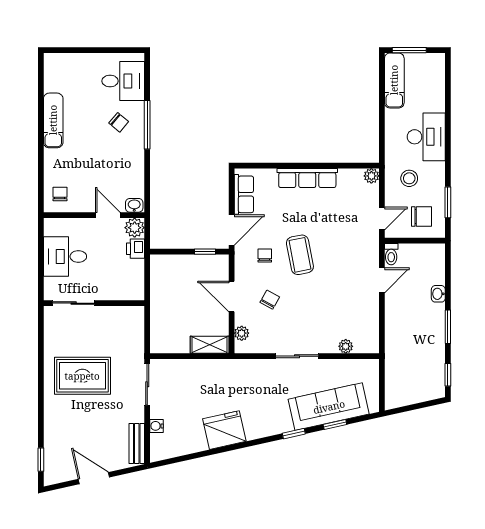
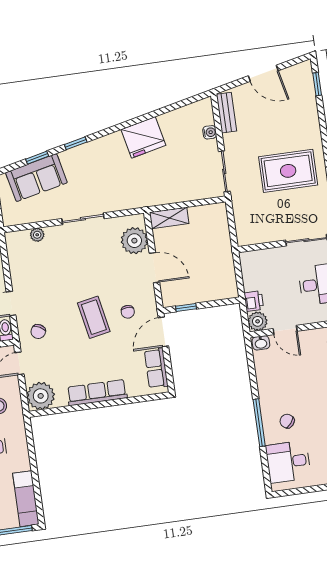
plant: (371, 176) -> (41, 396), width x1.87, depth x1.87
chair: (270, 300) -> (38, 331), moved
plant: (242, 333) -> (134, 241), width x1.87, depth x1.87
sofa: (329, 407) -> (36, 178), width x0.73

